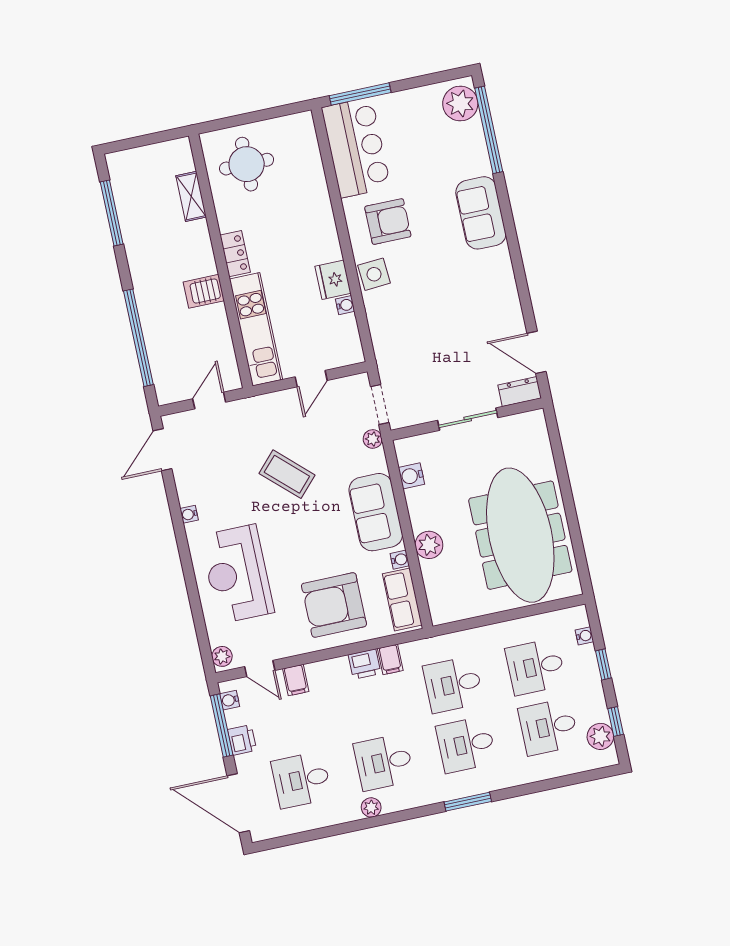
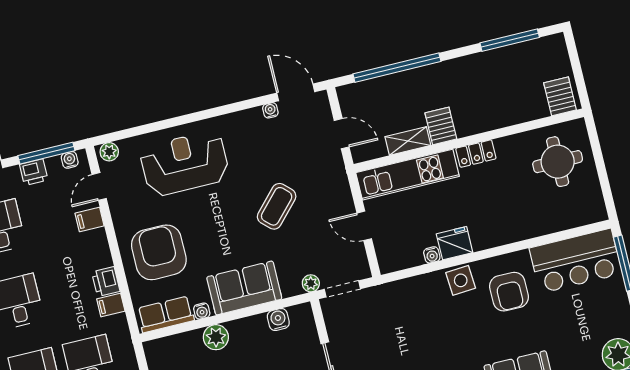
server rack: (175, 159) -> (560, 96), added
shelving: (191, 196) -> (408, 141), moved
water cooler: (189, 514) -> (270, 110), moved

